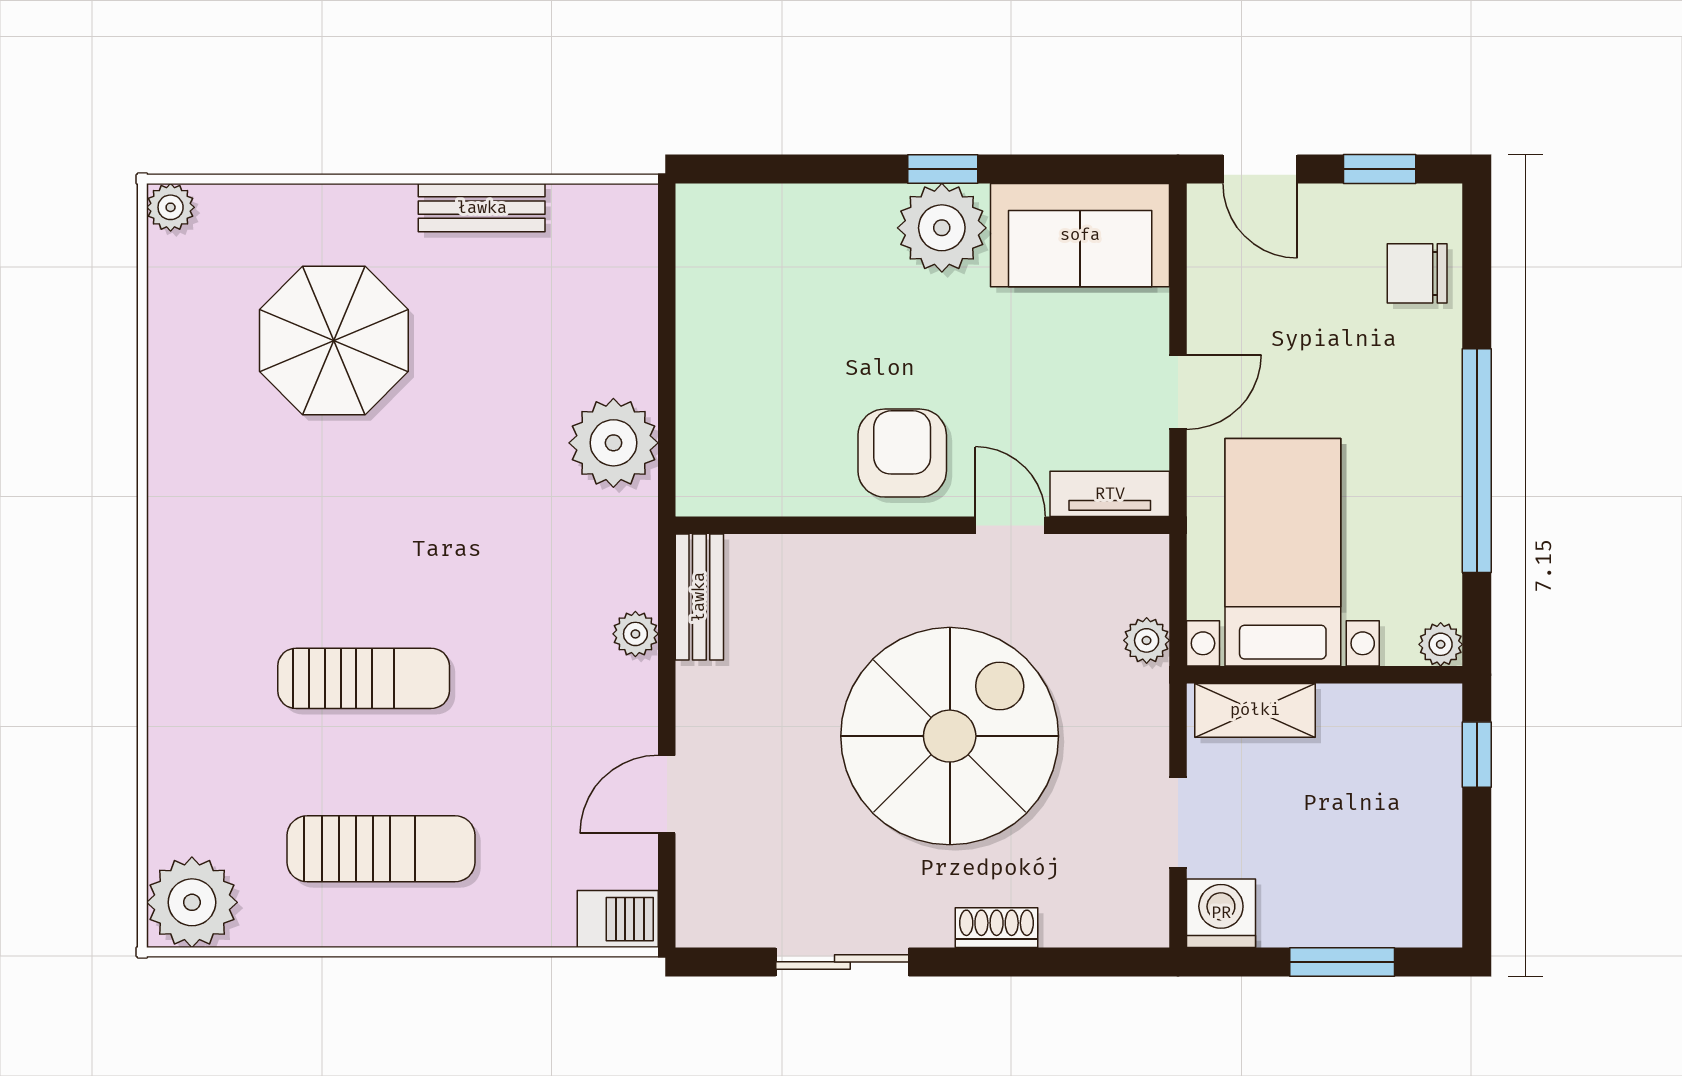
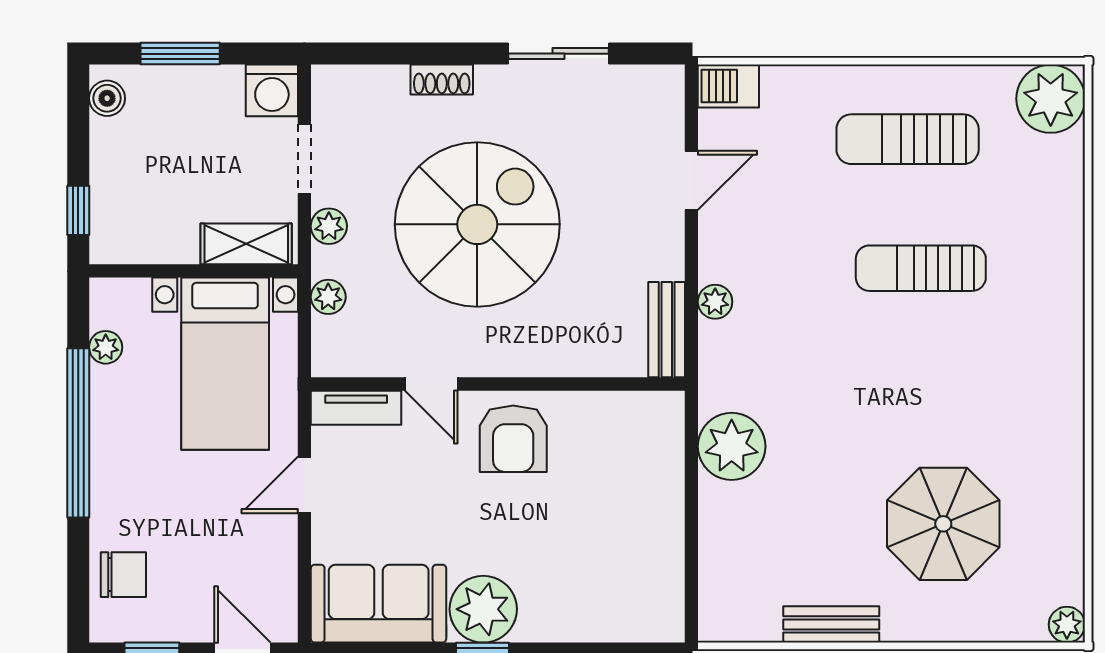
plant: (1441, 644) -> (106, 347), moved
plant: (1146, 734) -> (329, 226), added
spiral stairs: (950, 736) -> (477, 224), turned 180
boiler: (1439, 903) -> (107, 98), added

